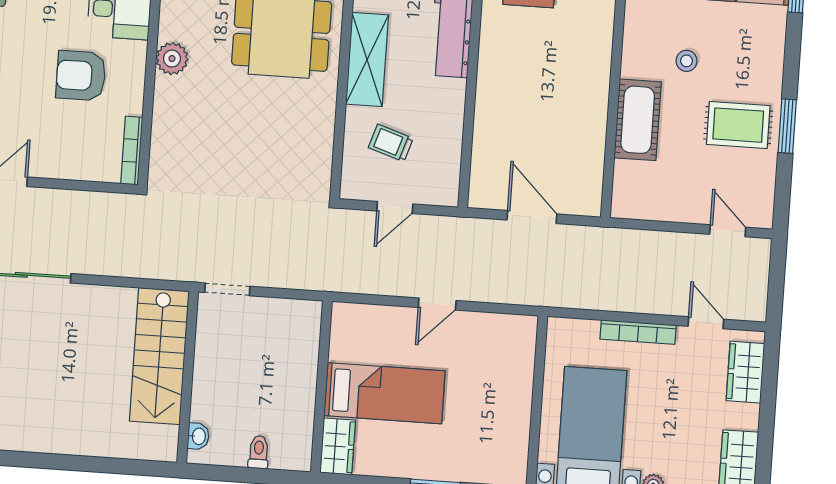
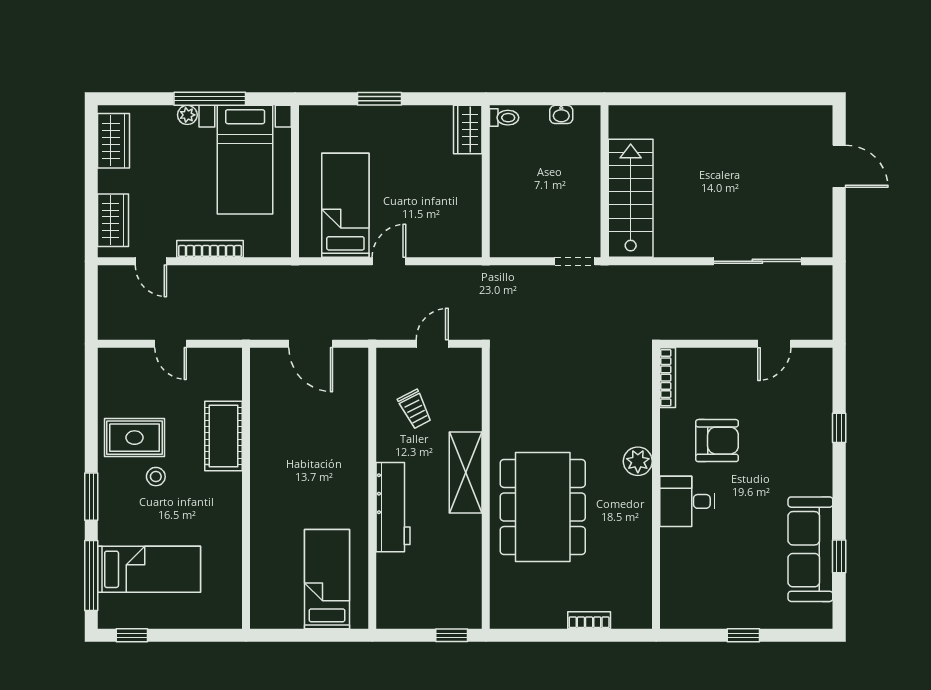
stool: (687, 61) -> (156, 477), moved
window: (787, 126) -> (91, 497), moved
trolley: (391, 143) -> (415, 409), moved, turned 45
door: (728, 231) -> (171, 344), moved
bed: (385, 393) -> (345, 205), moved, turned 90
washbasin: (198, 436) -> (561, 114), moved, turned -90
toilet: (259, 452) -> (504, 118), moved, turned -90

